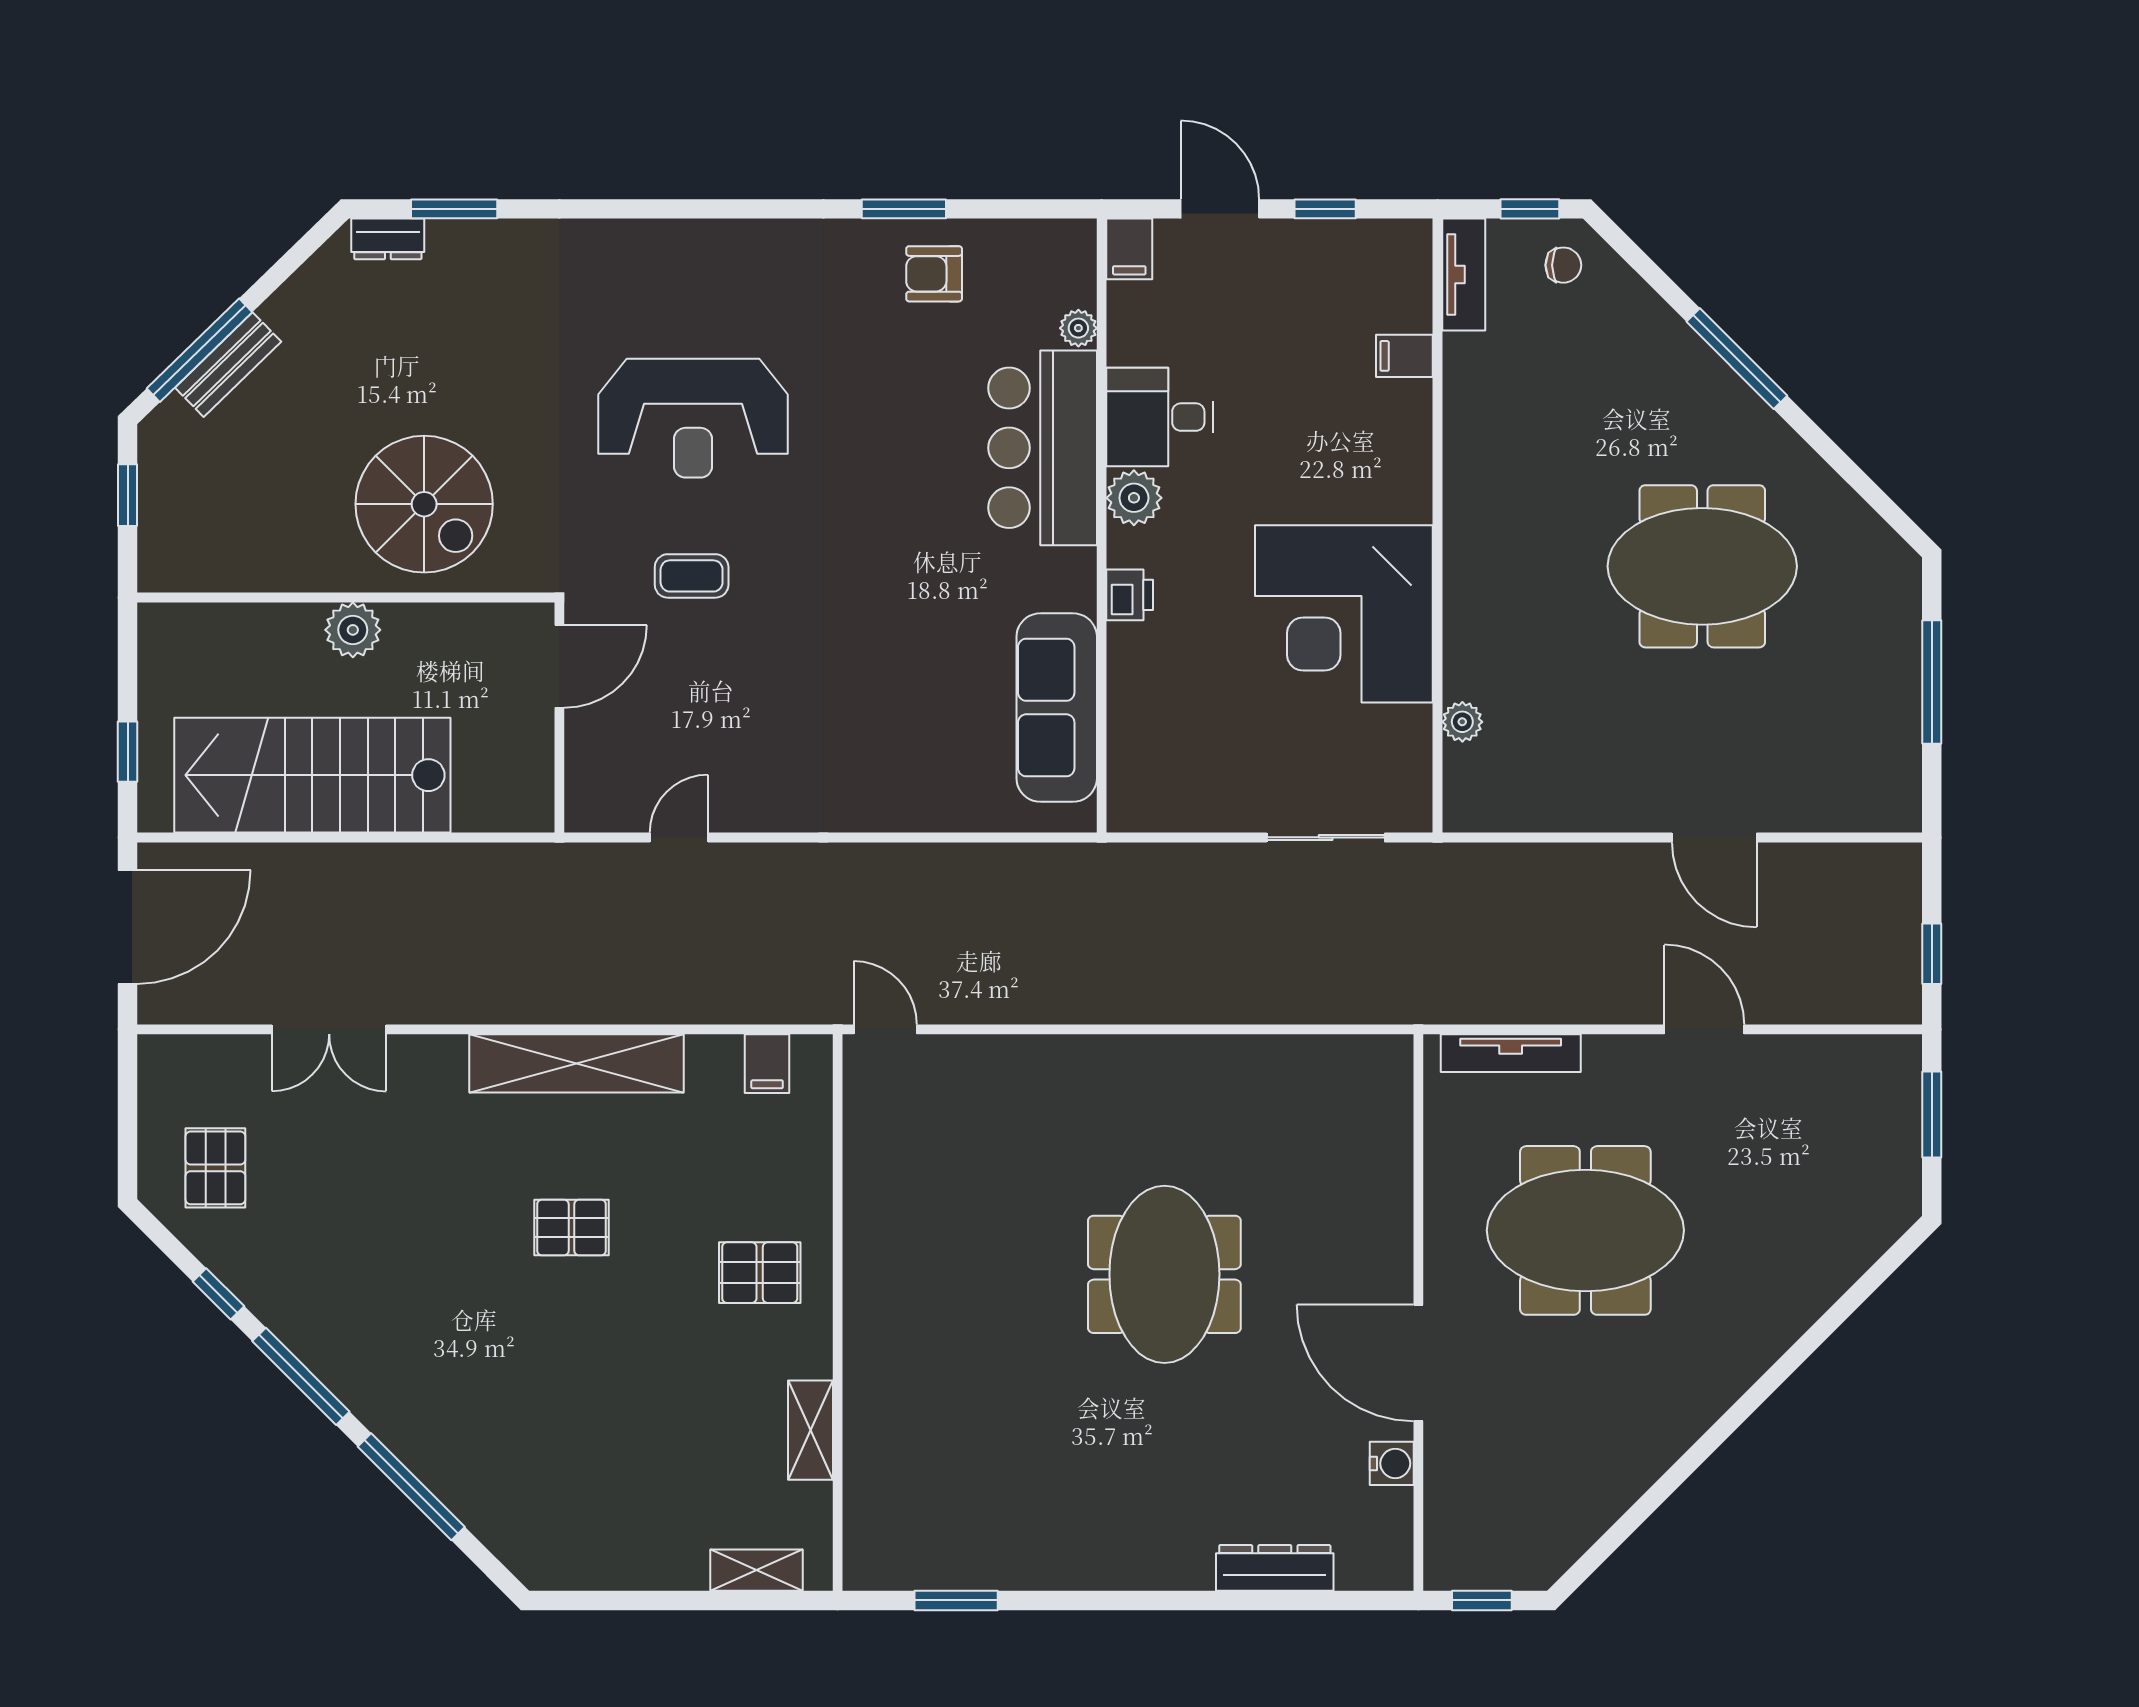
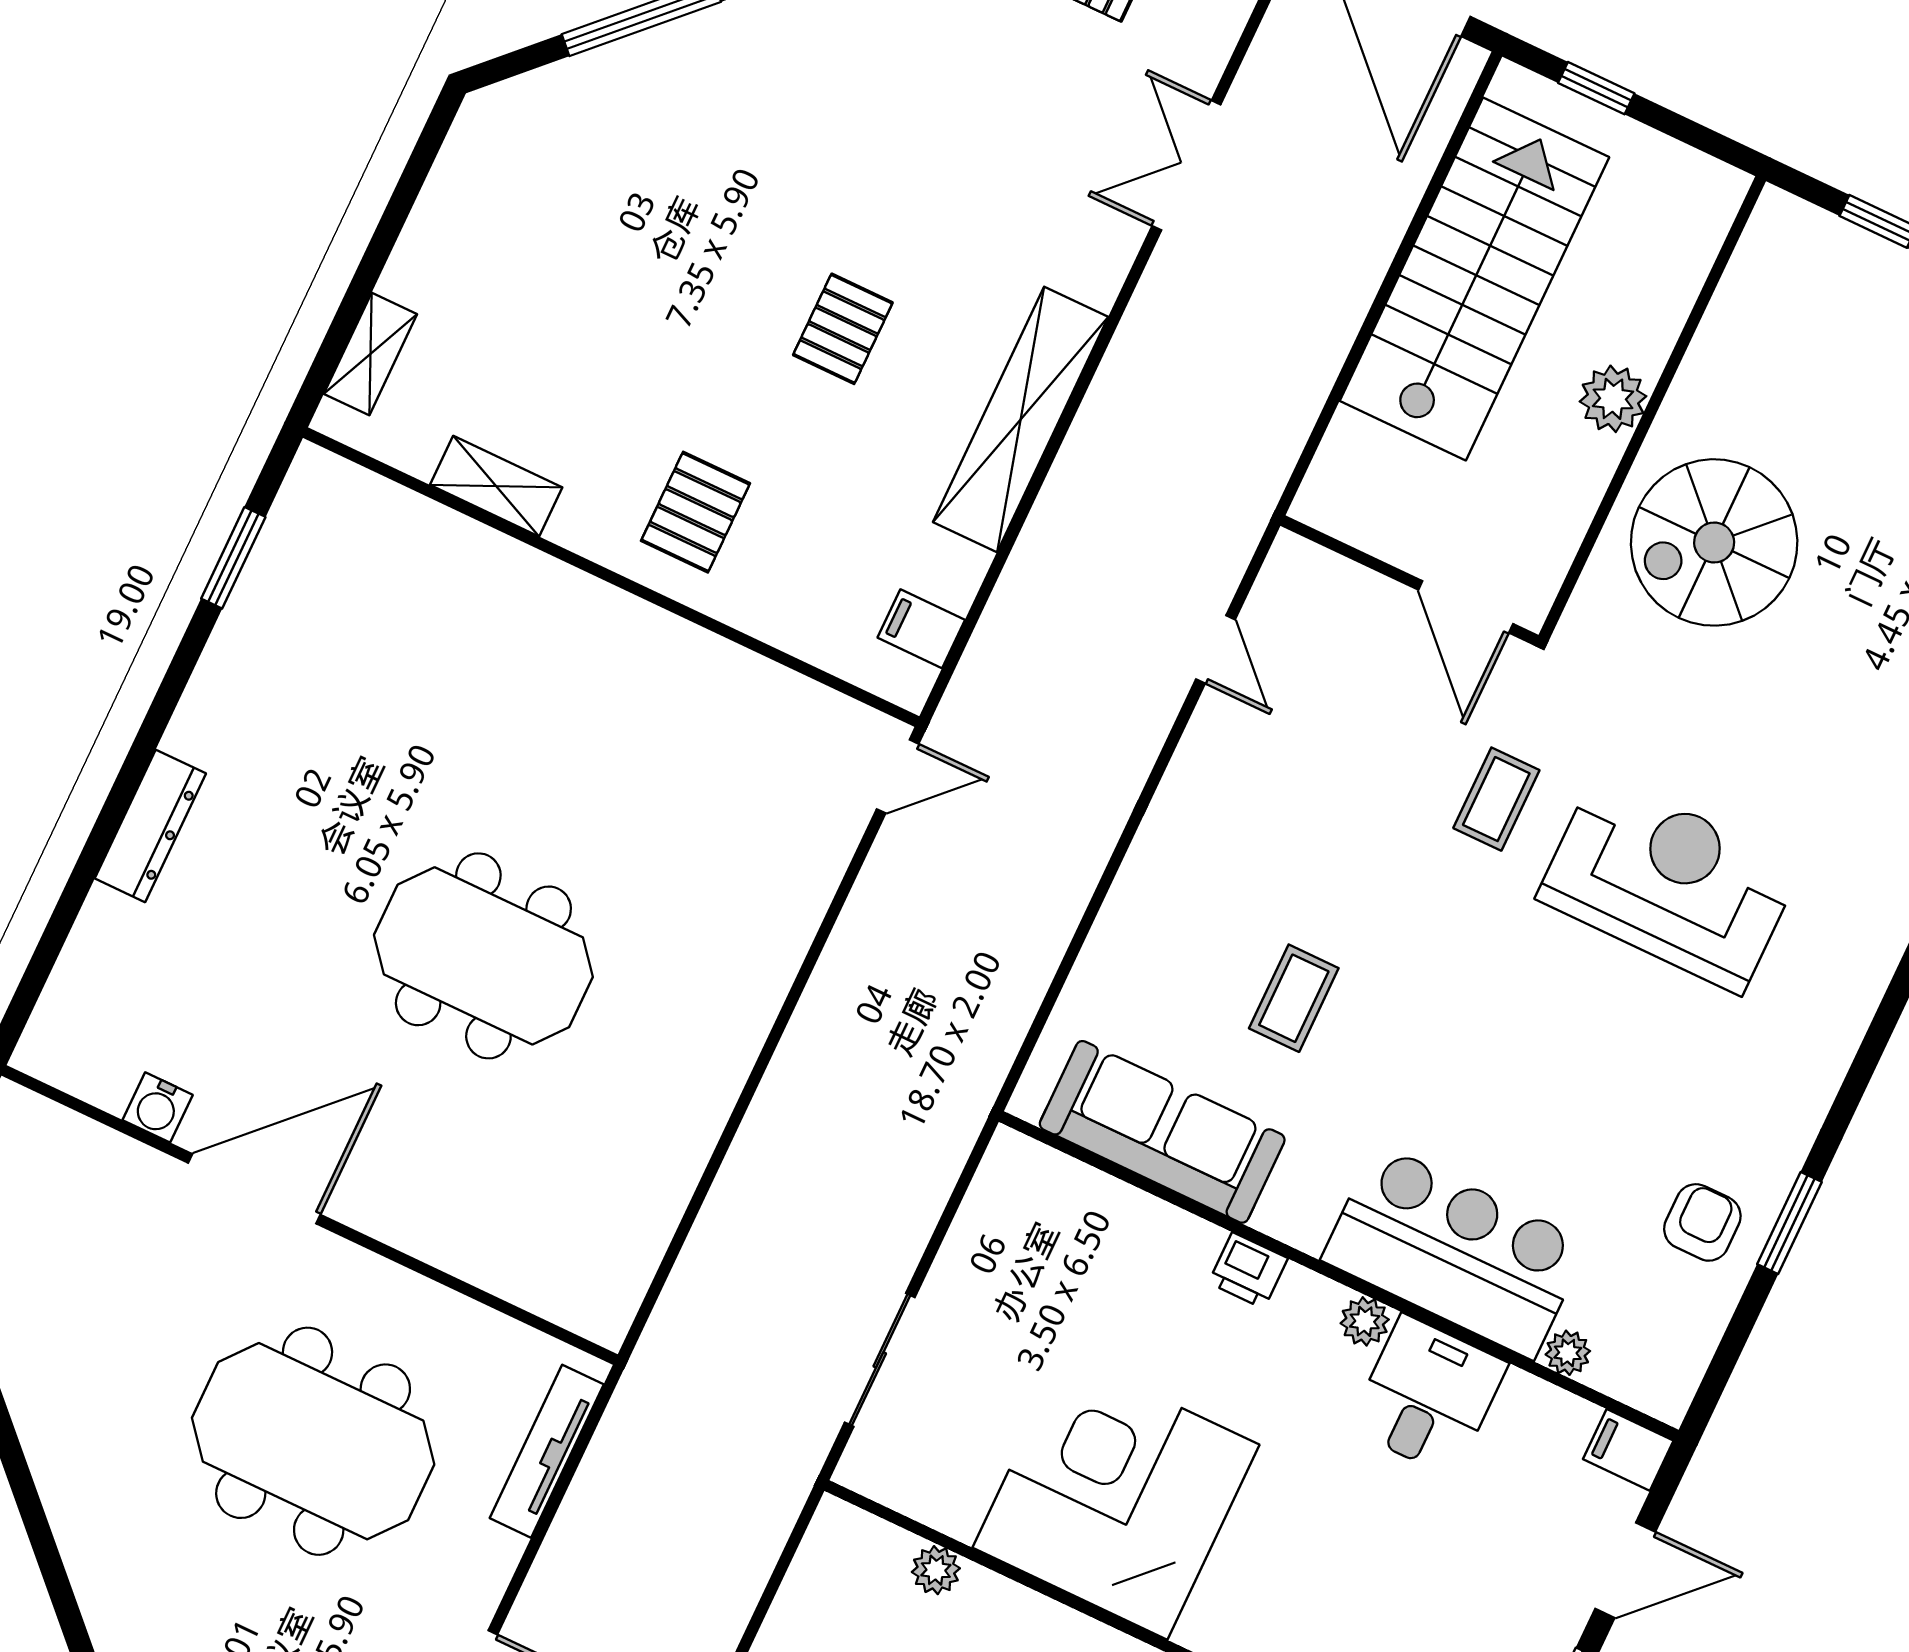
reception desk: (693, 418) -> (1669, 883), turned 90
plant: (1134, 498) -> (1365, 1321), width x0.73, depth x0.73
coffee table: (911, 657) -> (1294, 998), added
meeting table: (1585, 1230) -> (313, 1441), turned 90
dresser: (1275, 1568) -> (150, 826), moved

